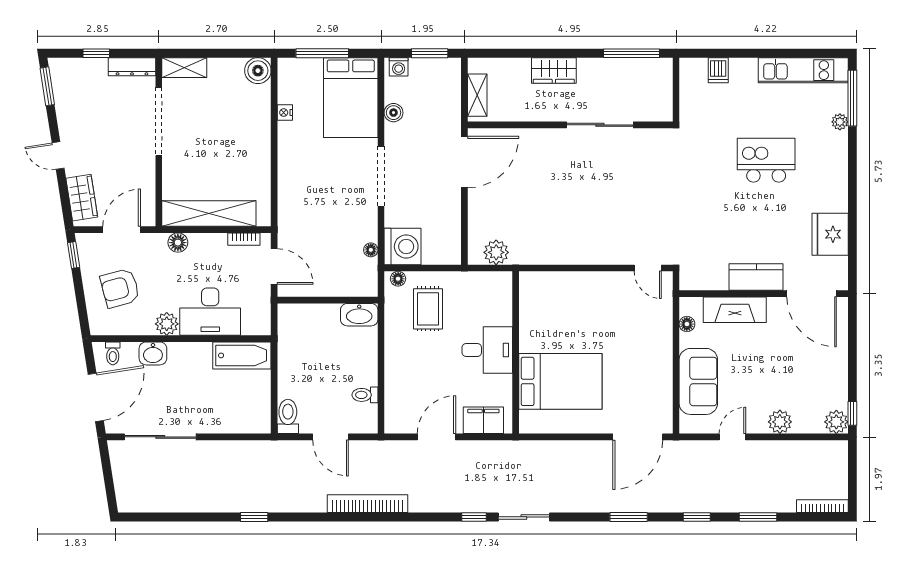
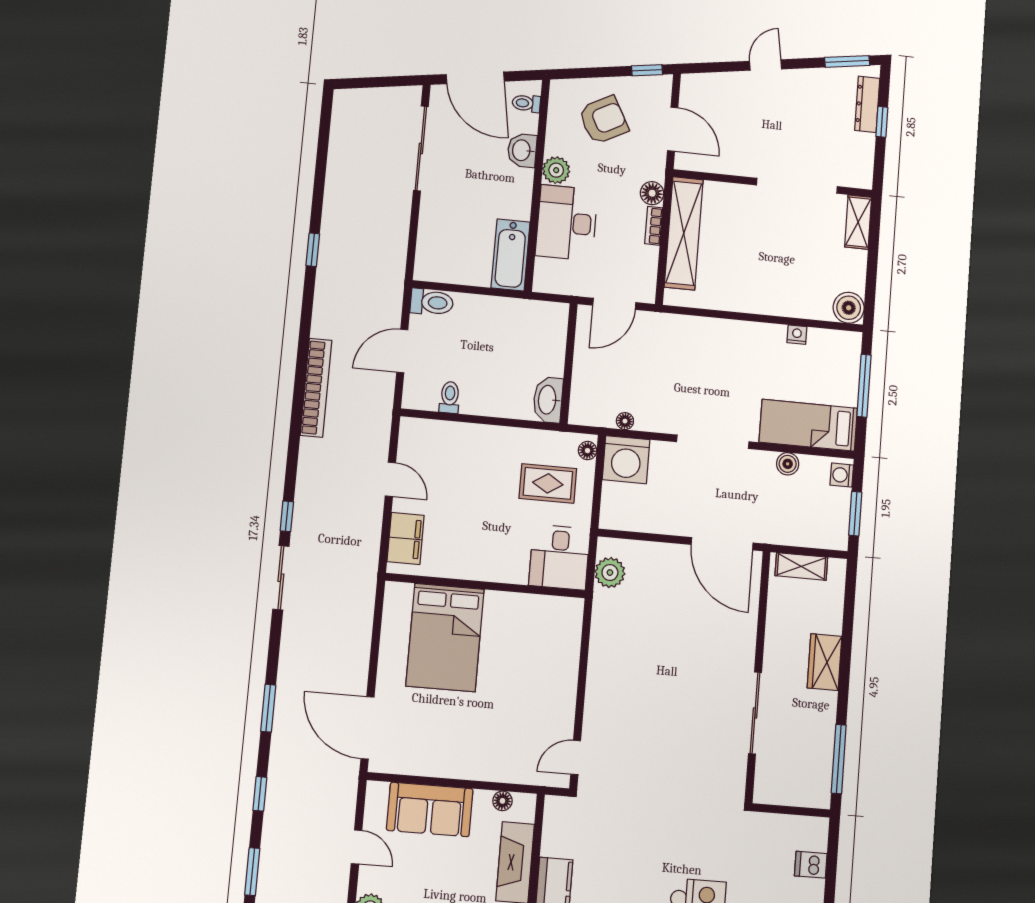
dresser: (132, 67) -> (867, 104), moved
bed: (351, 98) -> (808, 425), width x0.67
wardrobe: (82, 198) -> (714, 87), removed
bookcase: (244, 239) -> (654, 226), moved
armchair: (120, 288) -> (603, 120), turned 77
desk: (487, 350) -> (559, 557), moved
door: (437, 437) -> (390, 479), width x0.73

